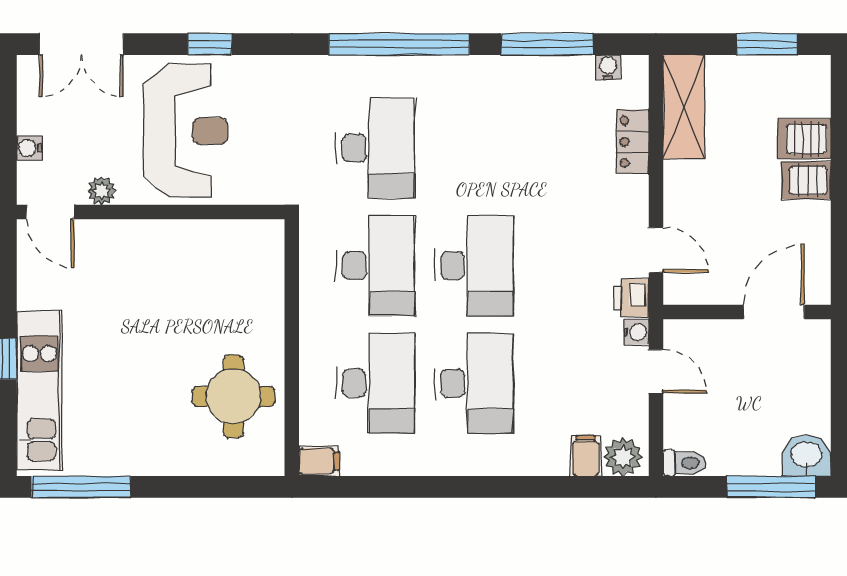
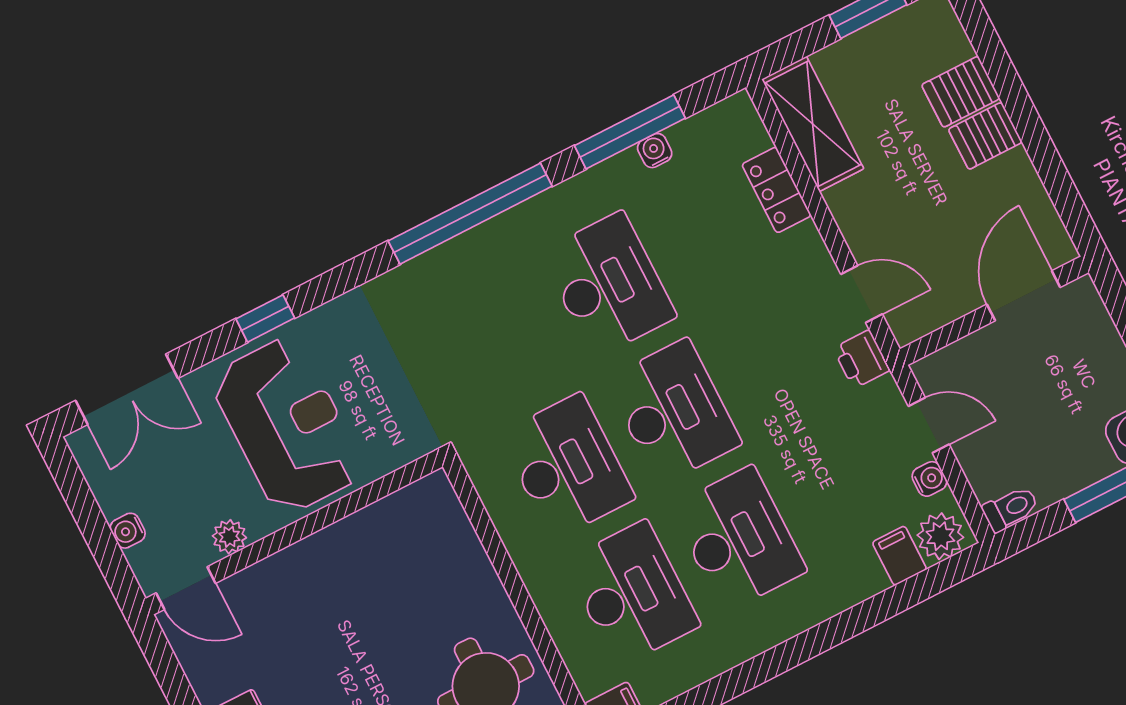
water cooler: (608, 67) -> (655, 151), moved
desk: (375, 148) -> (608, 284), moved
water cooler: (636, 332) -> (929, 479), moved

